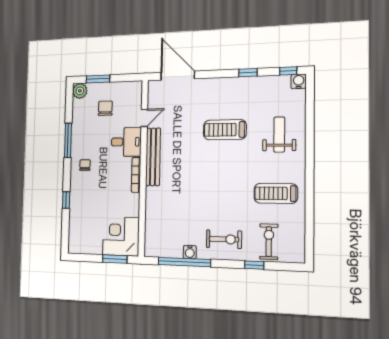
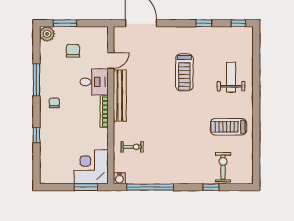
water cooler: (299, 81) -> (247, 33), removed
treadmill: (225, 130) -> (184, 72), turned -90
exercise bike: (224, 239) -> (132, 147), moved, width x0.73, depth x0.72
water cooler: (190, 252) -> (119, 178), moved

